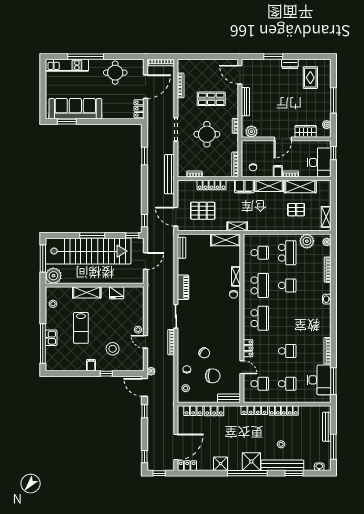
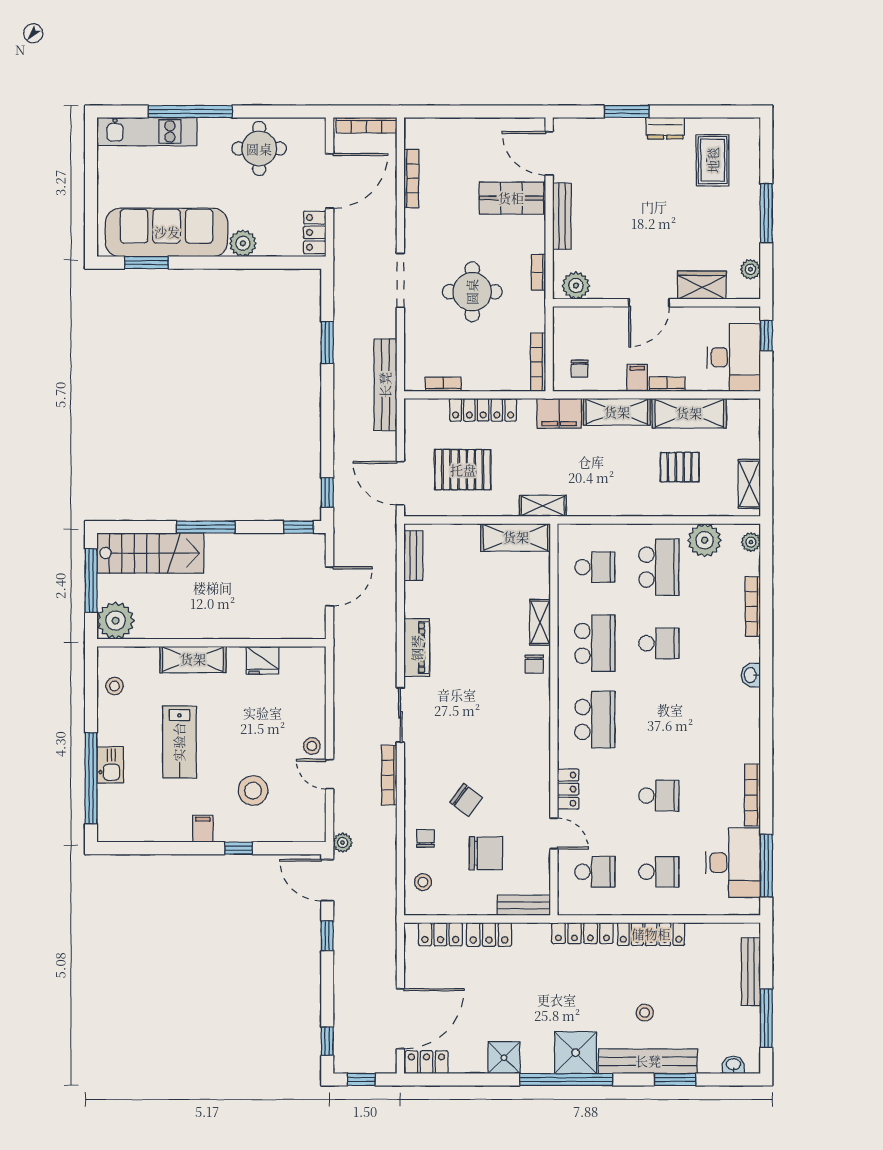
shop shelf: (211, 99) -> (511, 198), moved
plant: (108, 113) -> (243, 243), added
stairs: (88, 251) -> (150, 553), width x0.54, depth x0.66

